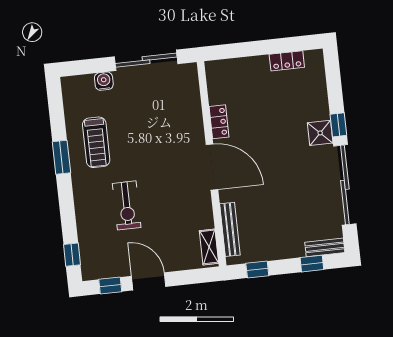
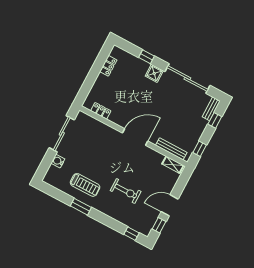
locker: (219, 122) -> (101, 111), moved
window: (338, 125) -> (146, 57), moved

